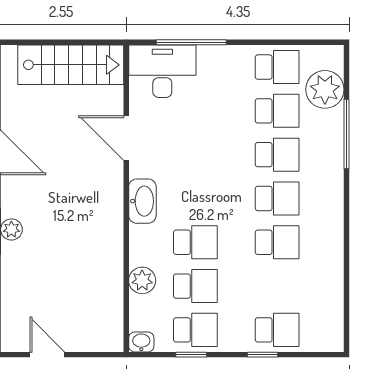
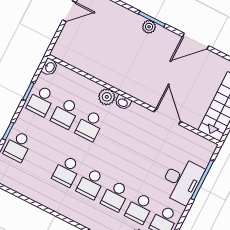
desk: (162, 71) -> (182, 181), moved
door: (126, 138) -> (167, 117), hinge flipped
washbasin: (142, 201) -> (123, 102), width x0.52, depth x0.69
plant: (142, 280) -> (107, 97), moved

